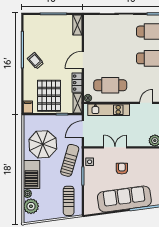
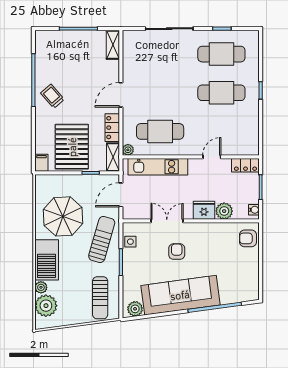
fridge: (141, 140) -> (204, 210), added
plant: (93, 208) -> (135, 309), added

